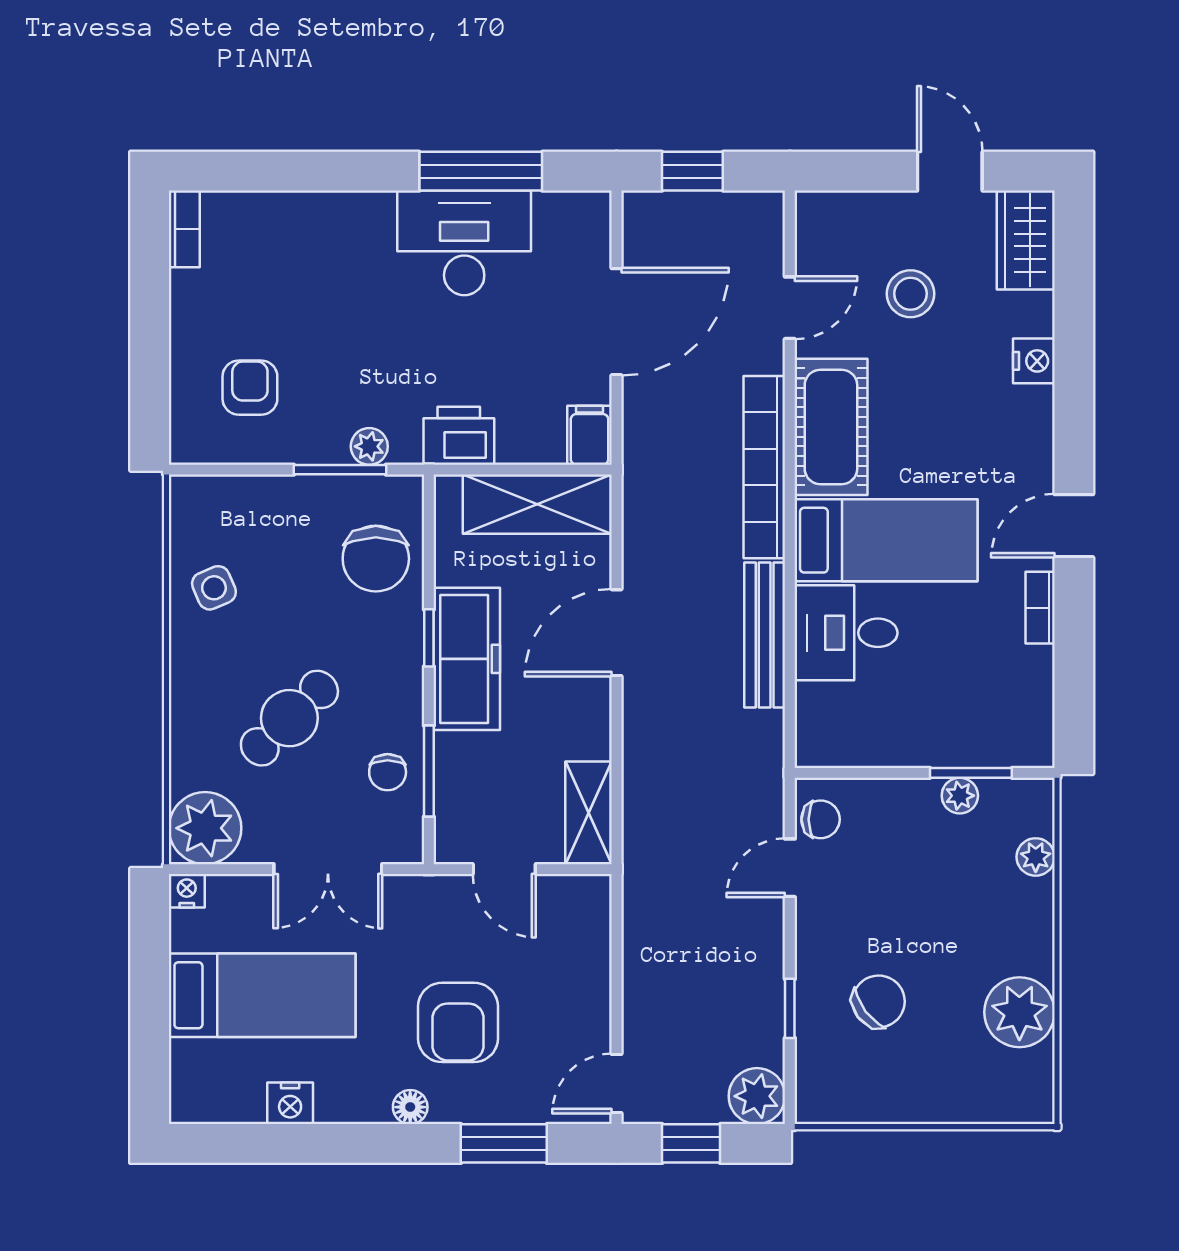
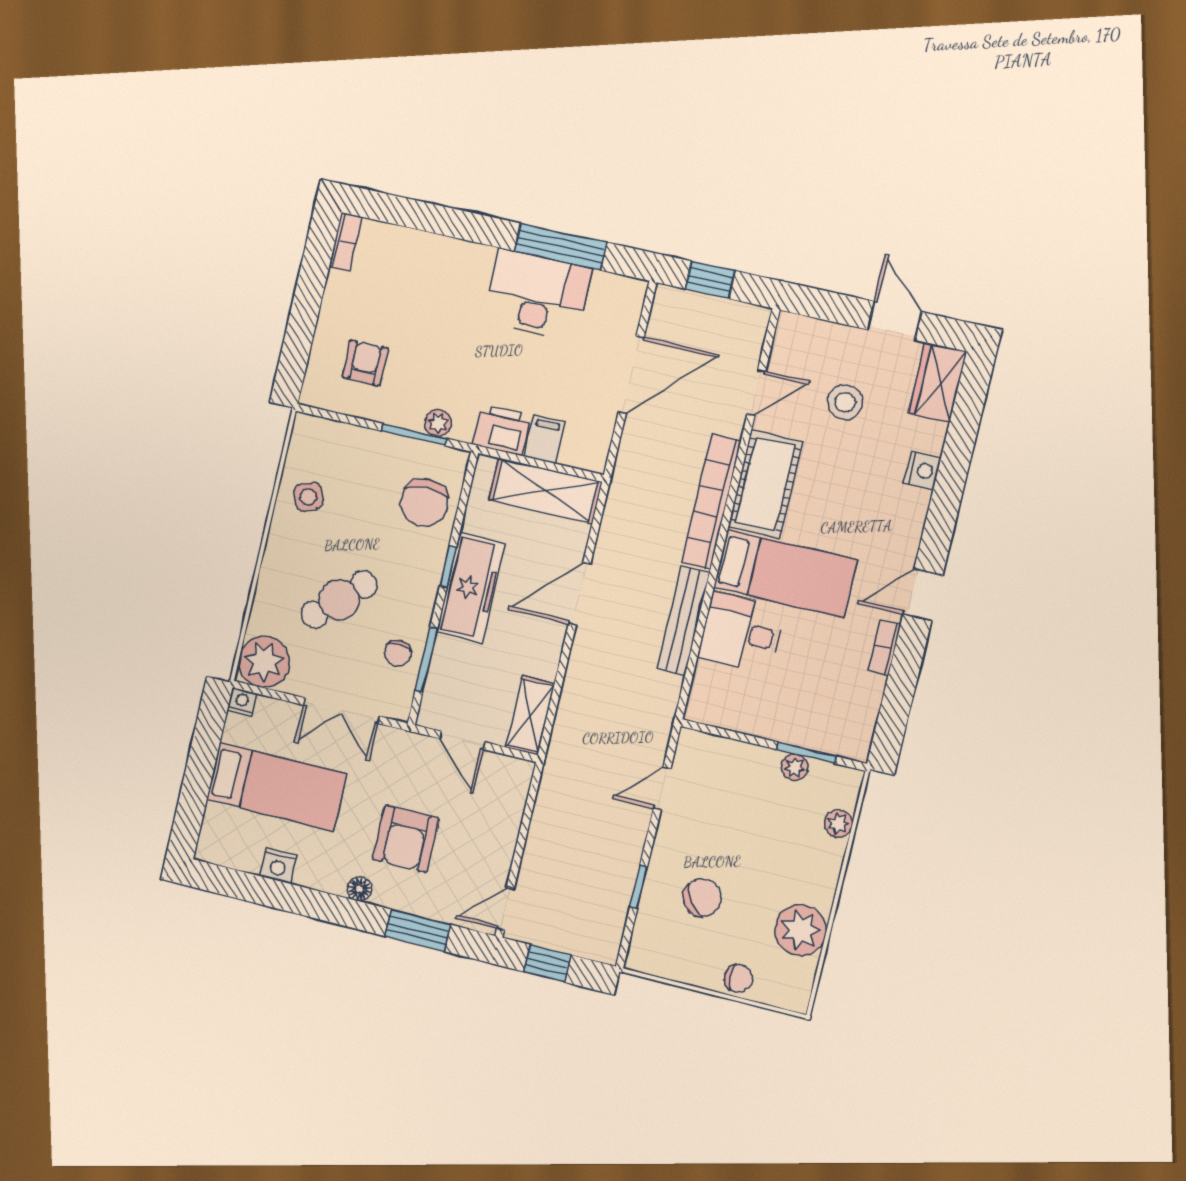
filing cabinet: (590, 435) -> (545, 439), moved
chair: (821, 819) -> (739, 978), moved
plant: (757, 1096) -> (601, 942), removed

